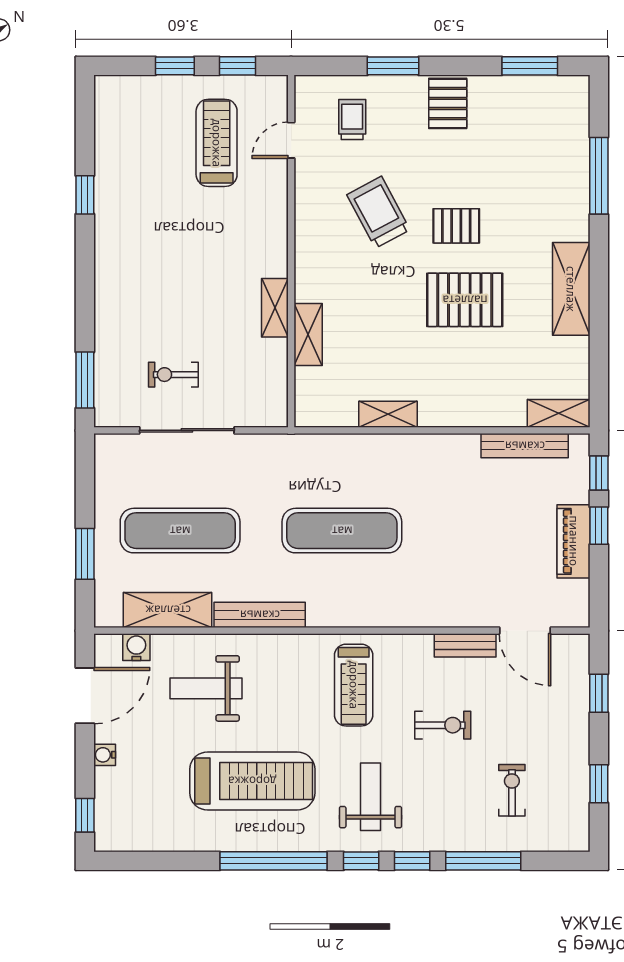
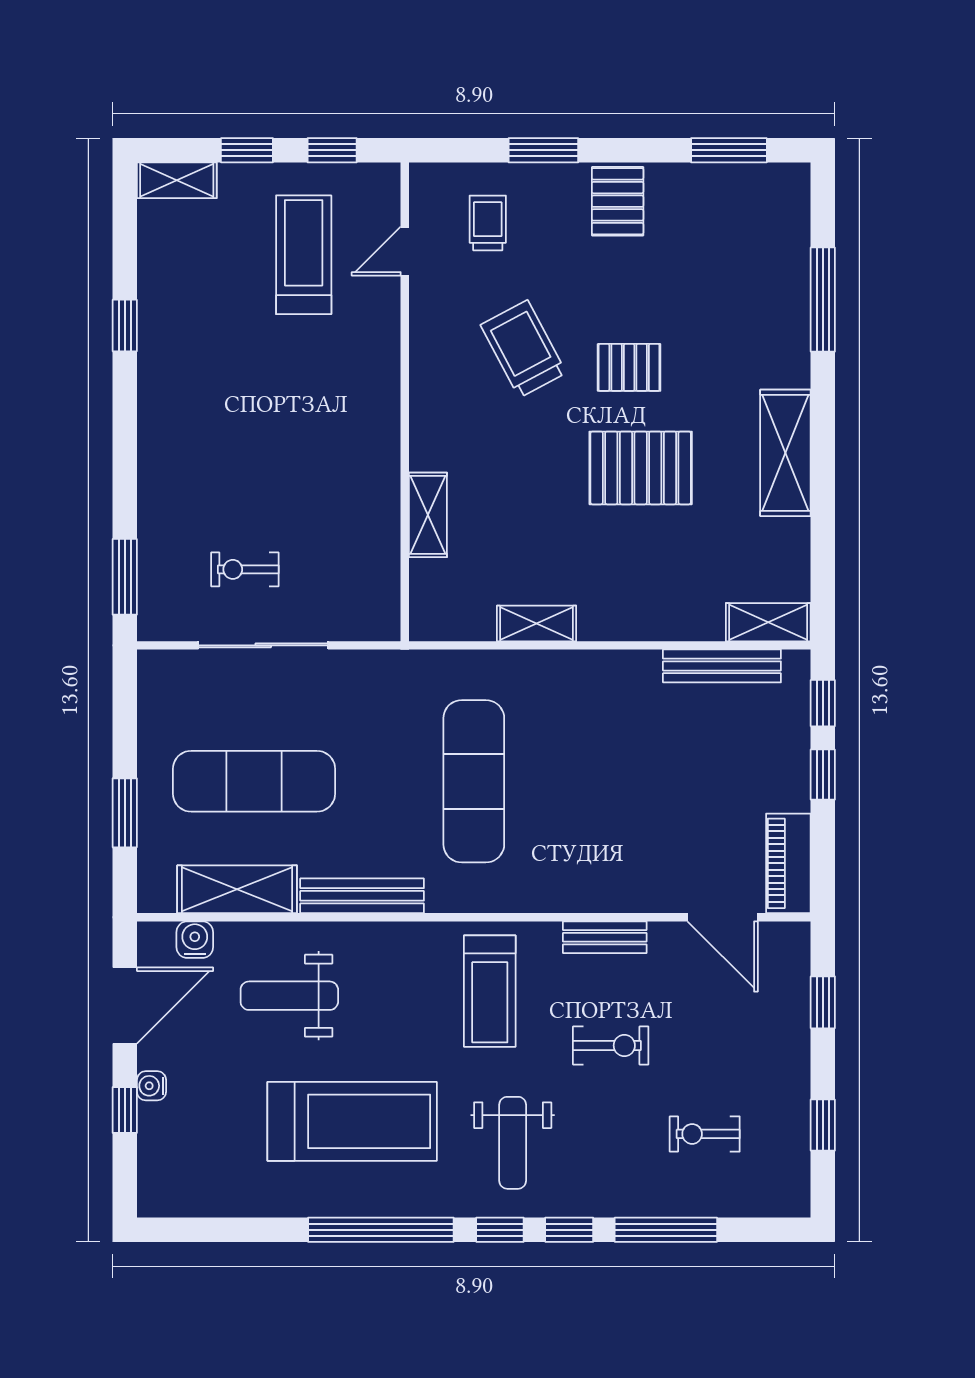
shelving: (275, 308) -> (177, 180), moved, turned 90
exercise mat: (342, 531) -> (474, 781), turned 90
piano: (574, 541) -> (788, 863), moved
bench: (465, 645) -> (605, 937), moved
exercise bike: (512, 790) -> (705, 1134), turned -90
weight bench: (370, 797) -> (513, 1143), turned 180
window: (85, 815) -> (125, 1110), moved

